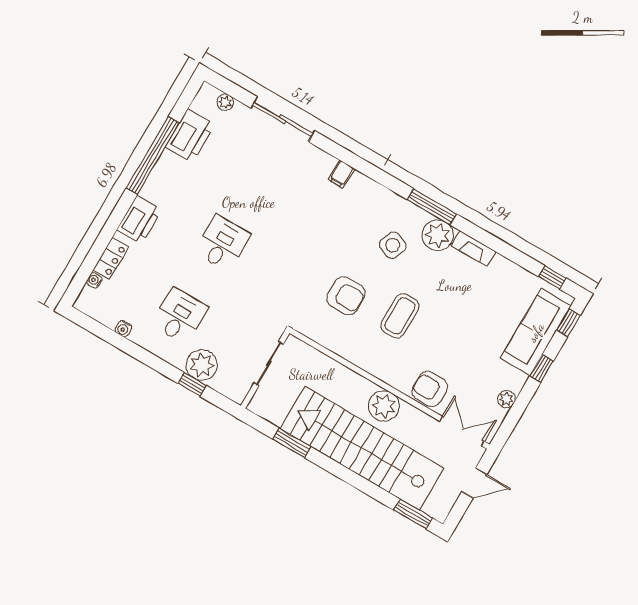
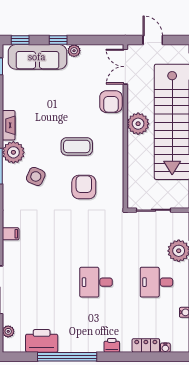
printer: (139, 220) -> (112, 345), width x0.53, depth x0.68
plant: (506, 399) -> (74, 51), moved

